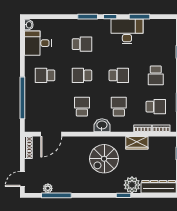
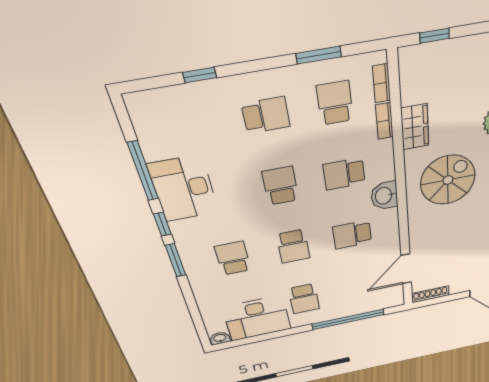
window: (139, 17) -> (143, 171), width x1.44
desk: (38, 43) -> (257, 318), width x1.37
door: (51, 134) -> (406, 269), swing flipped
spiral stairs: (104, 159) -> (448, 180), turned -90

